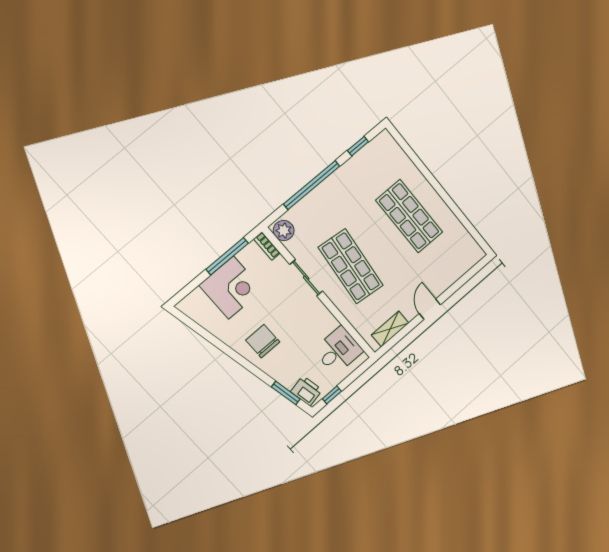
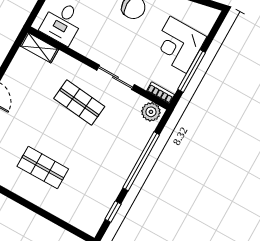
shop shelf: (409, 216) -> (43, 168), width x0.70, depth x0.74
shop shelf: (351, 266) -> (79, 102), width x0.70, depth x0.74
shelving: (390, 329) -> (39, 48), moved, turned 90

